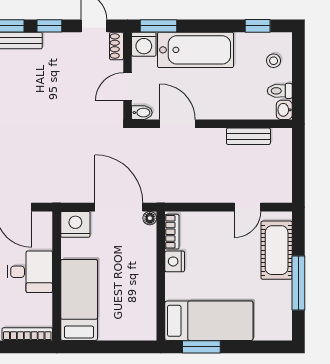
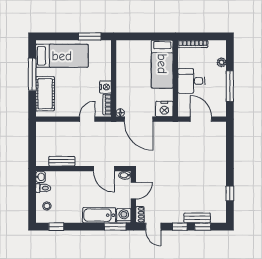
bathtub: (196, 50) -> (99, 215), width x0.73, depth x0.73
door: (248, 207) -> (87, 119), moved
bed: (209, 321) -> (62, 56), moved, turned 180

